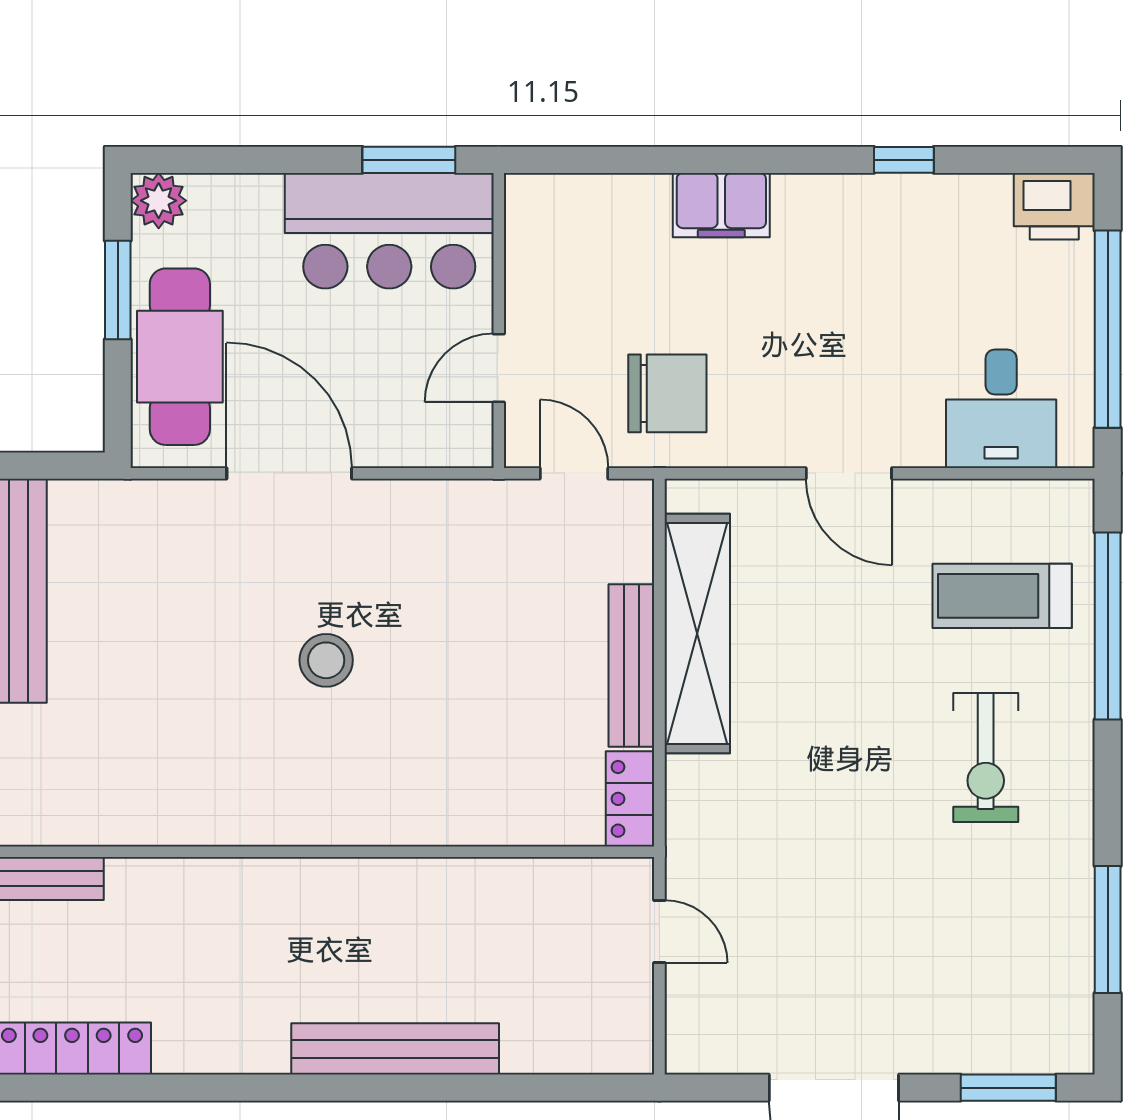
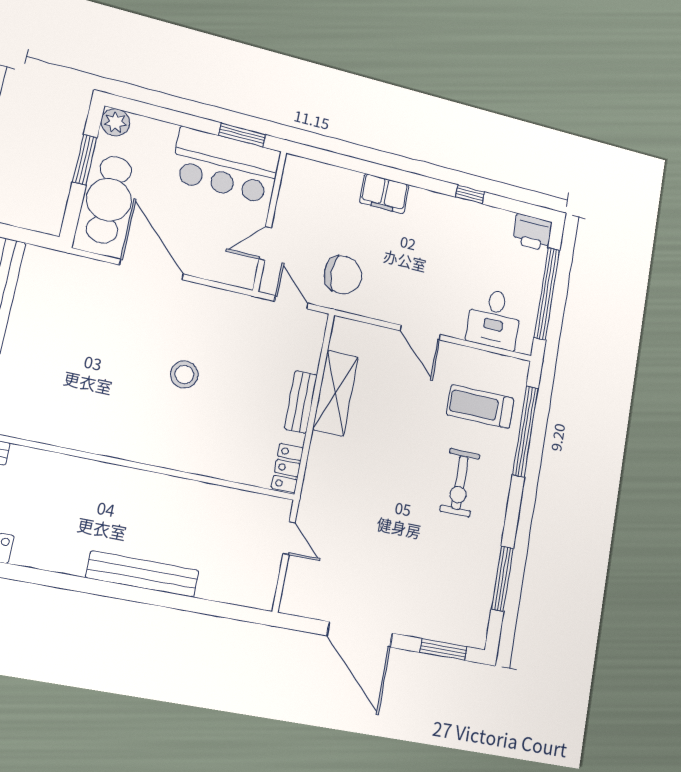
shelving: (697, 634) -> (335, 393), width x0.68
stool: (326, 660) -> (184, 374), moved
bench: (631, 665) -> (301, 402), width x0.73

